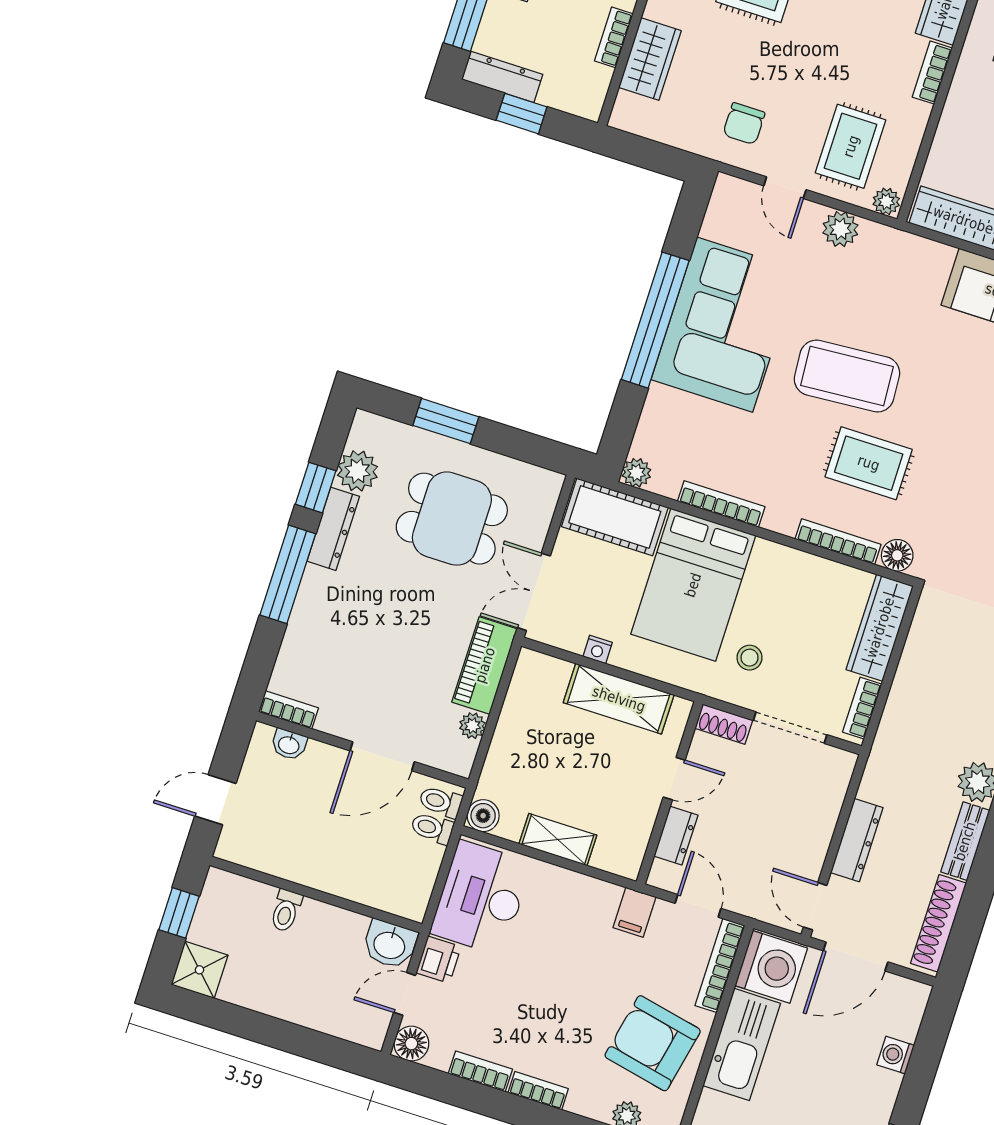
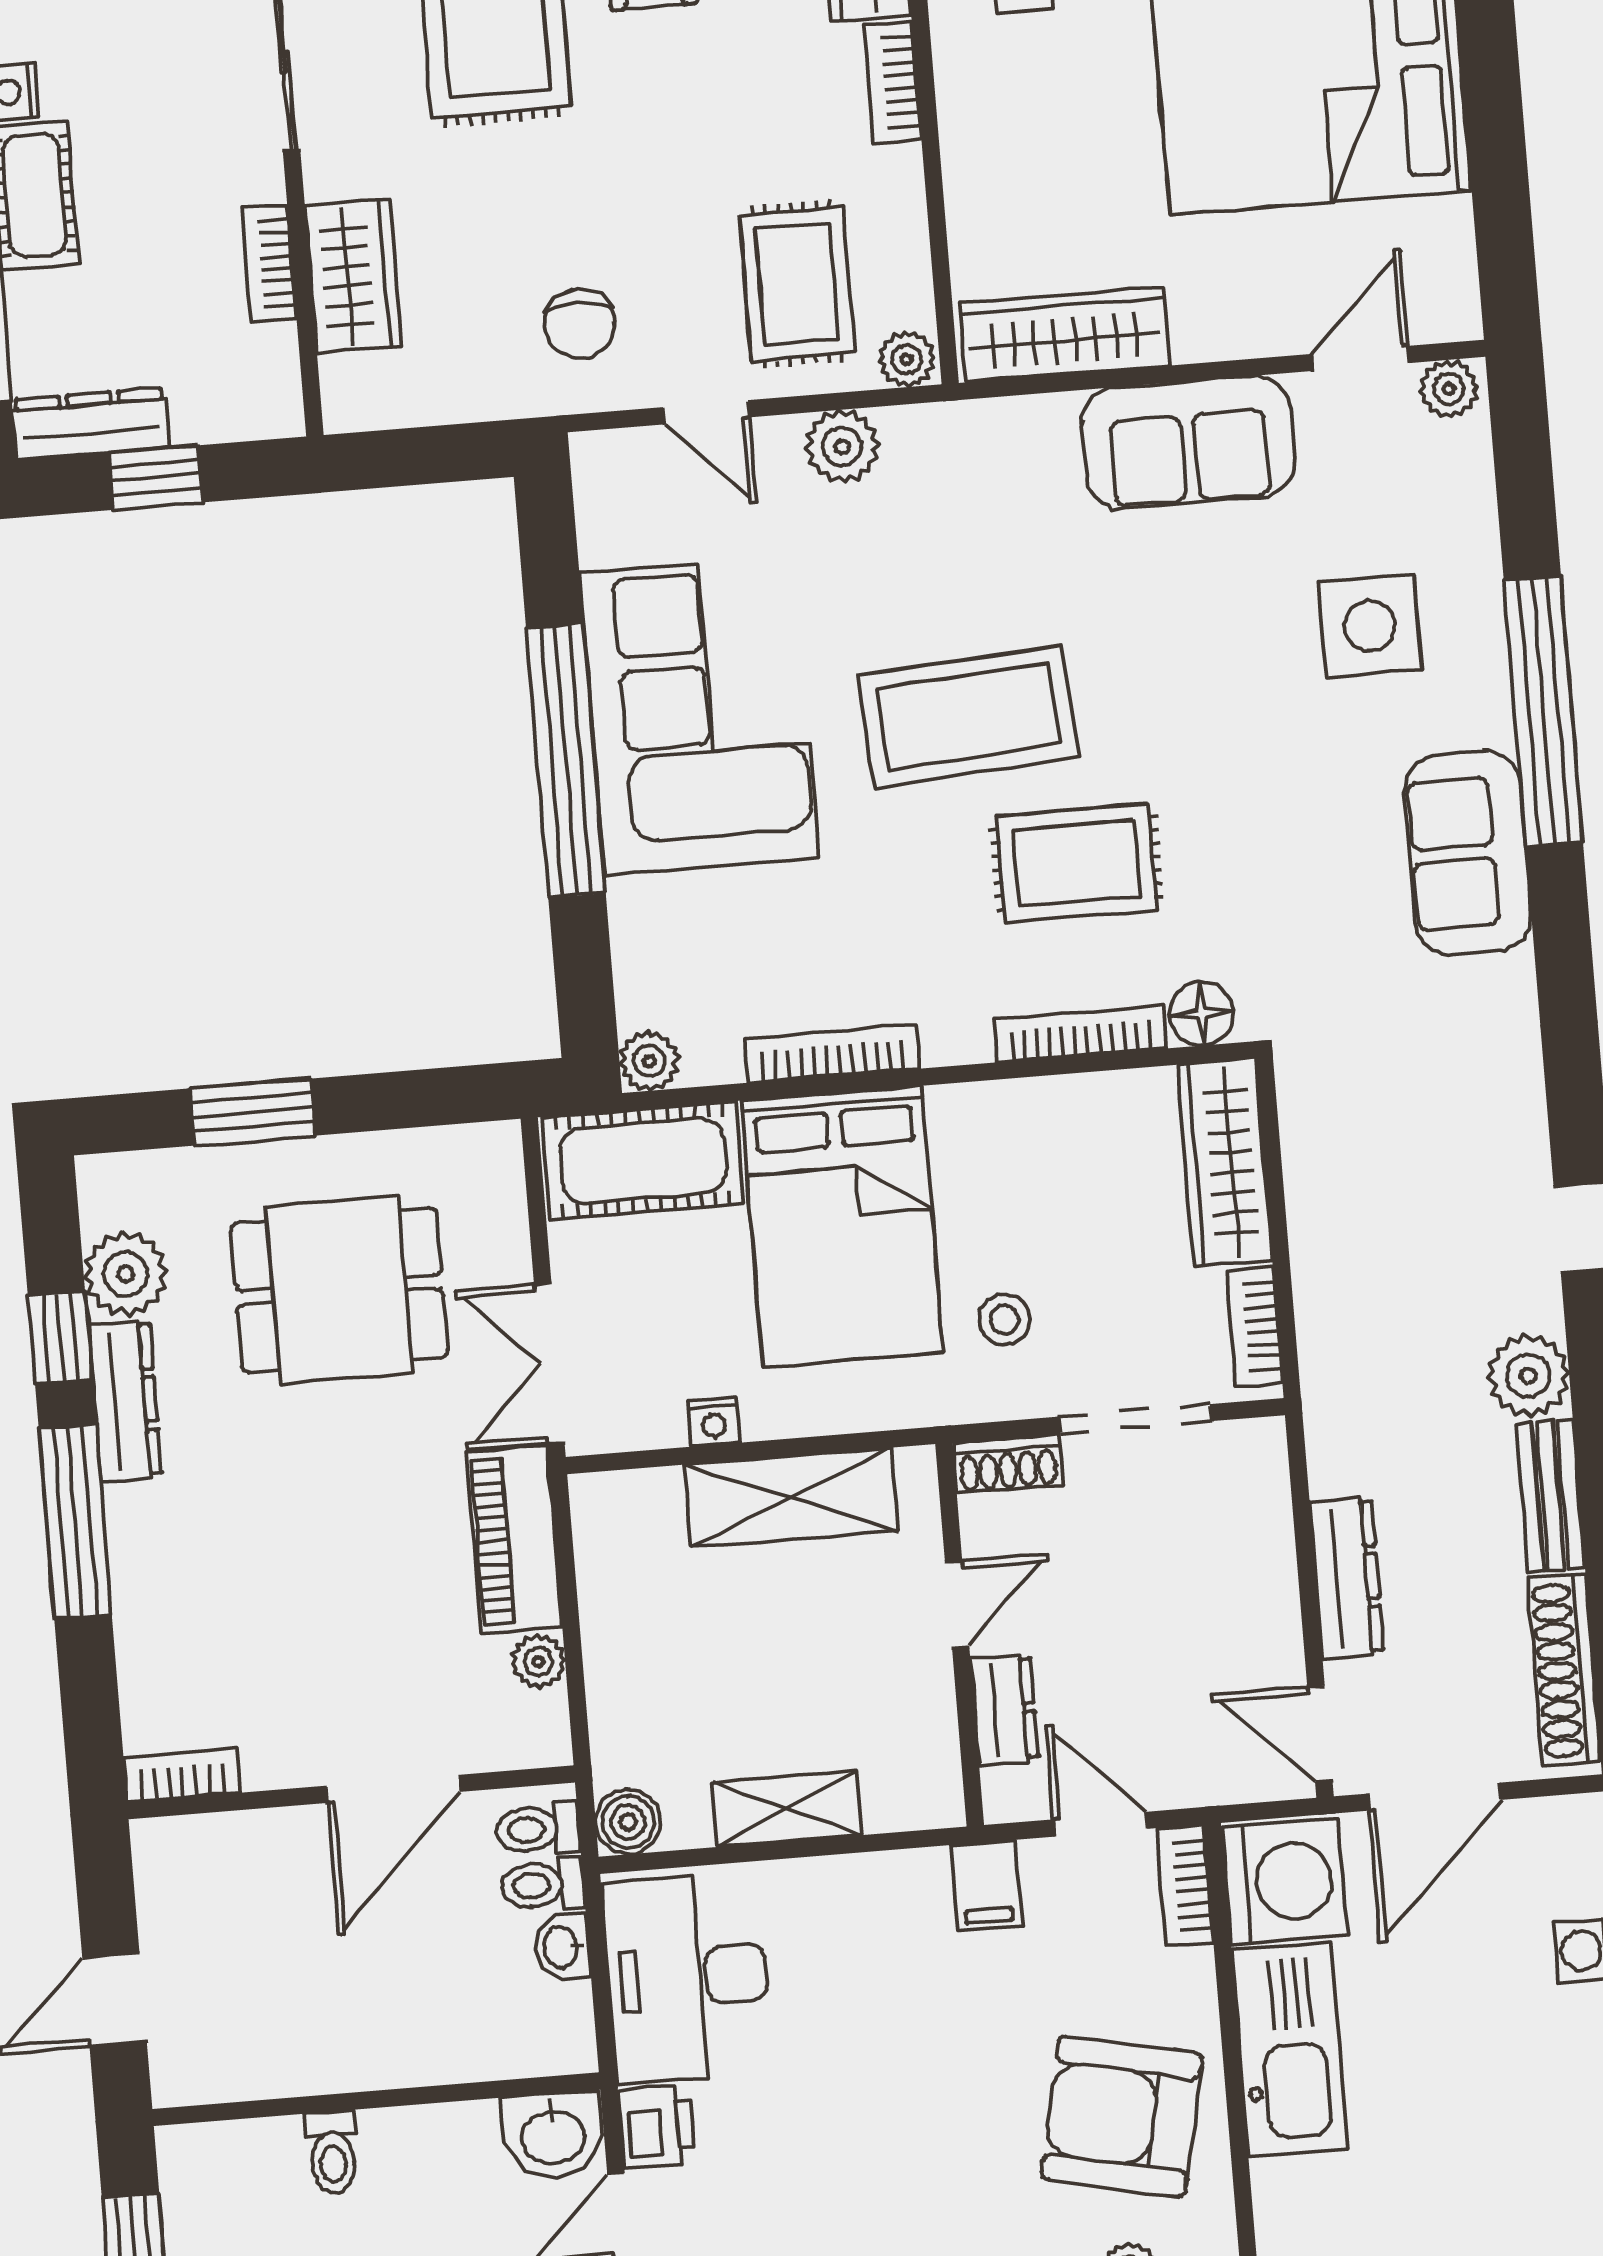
washbasin: (289, 744) -> (562, 1947), moved, turned 90
bookcase: (720, 965) -> (1185, 1885), width x0.64

